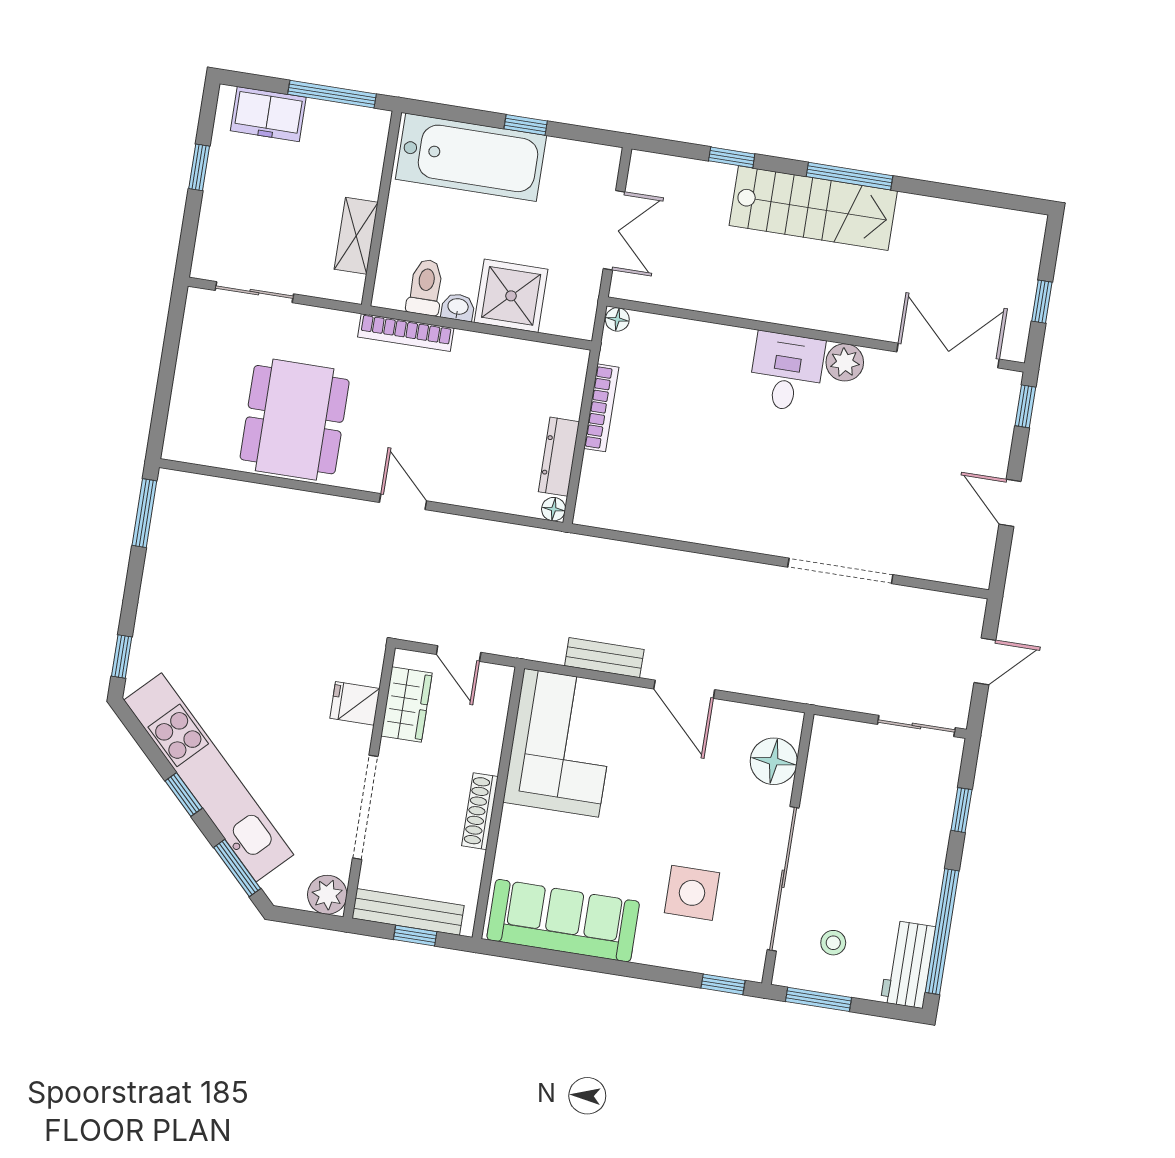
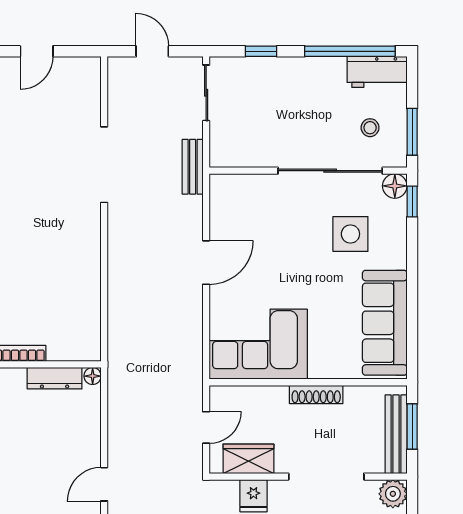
bench: (604, 658) -> (193, 167), moved
floor lamp: (774, 761) -> (395, 186), moved, width x0.73, depth x0.73
window: (415, 936) -> (412, 427), width x1.50

